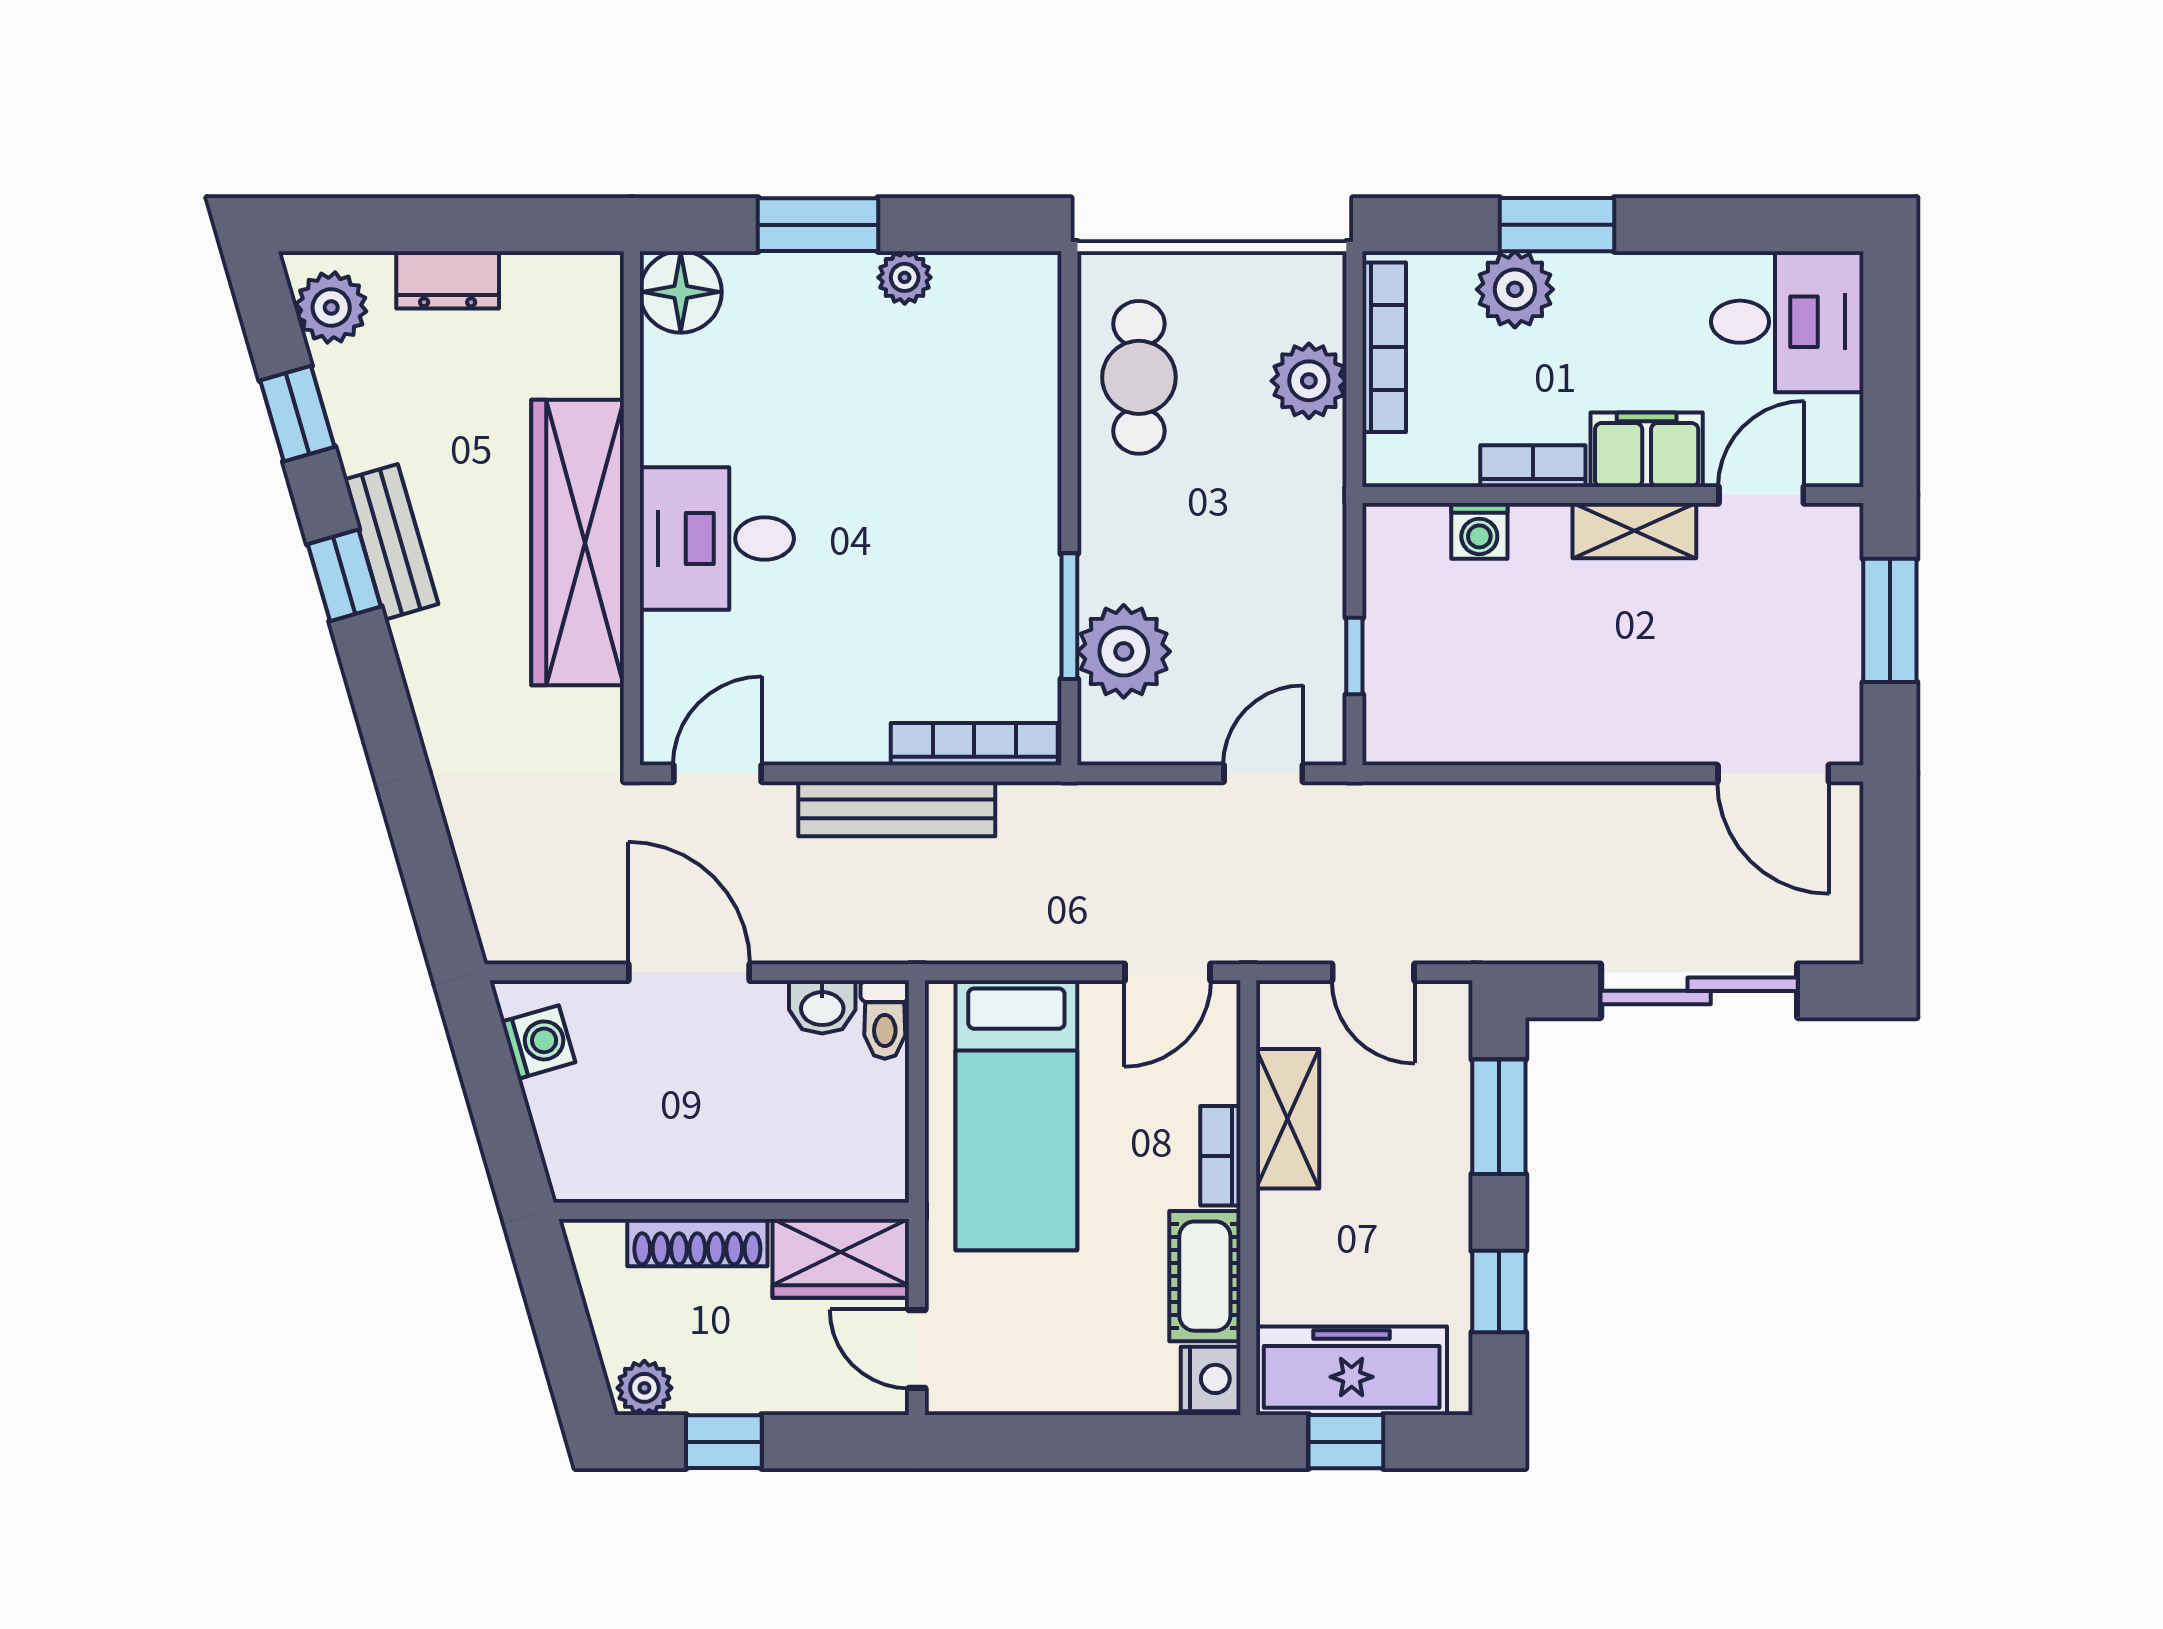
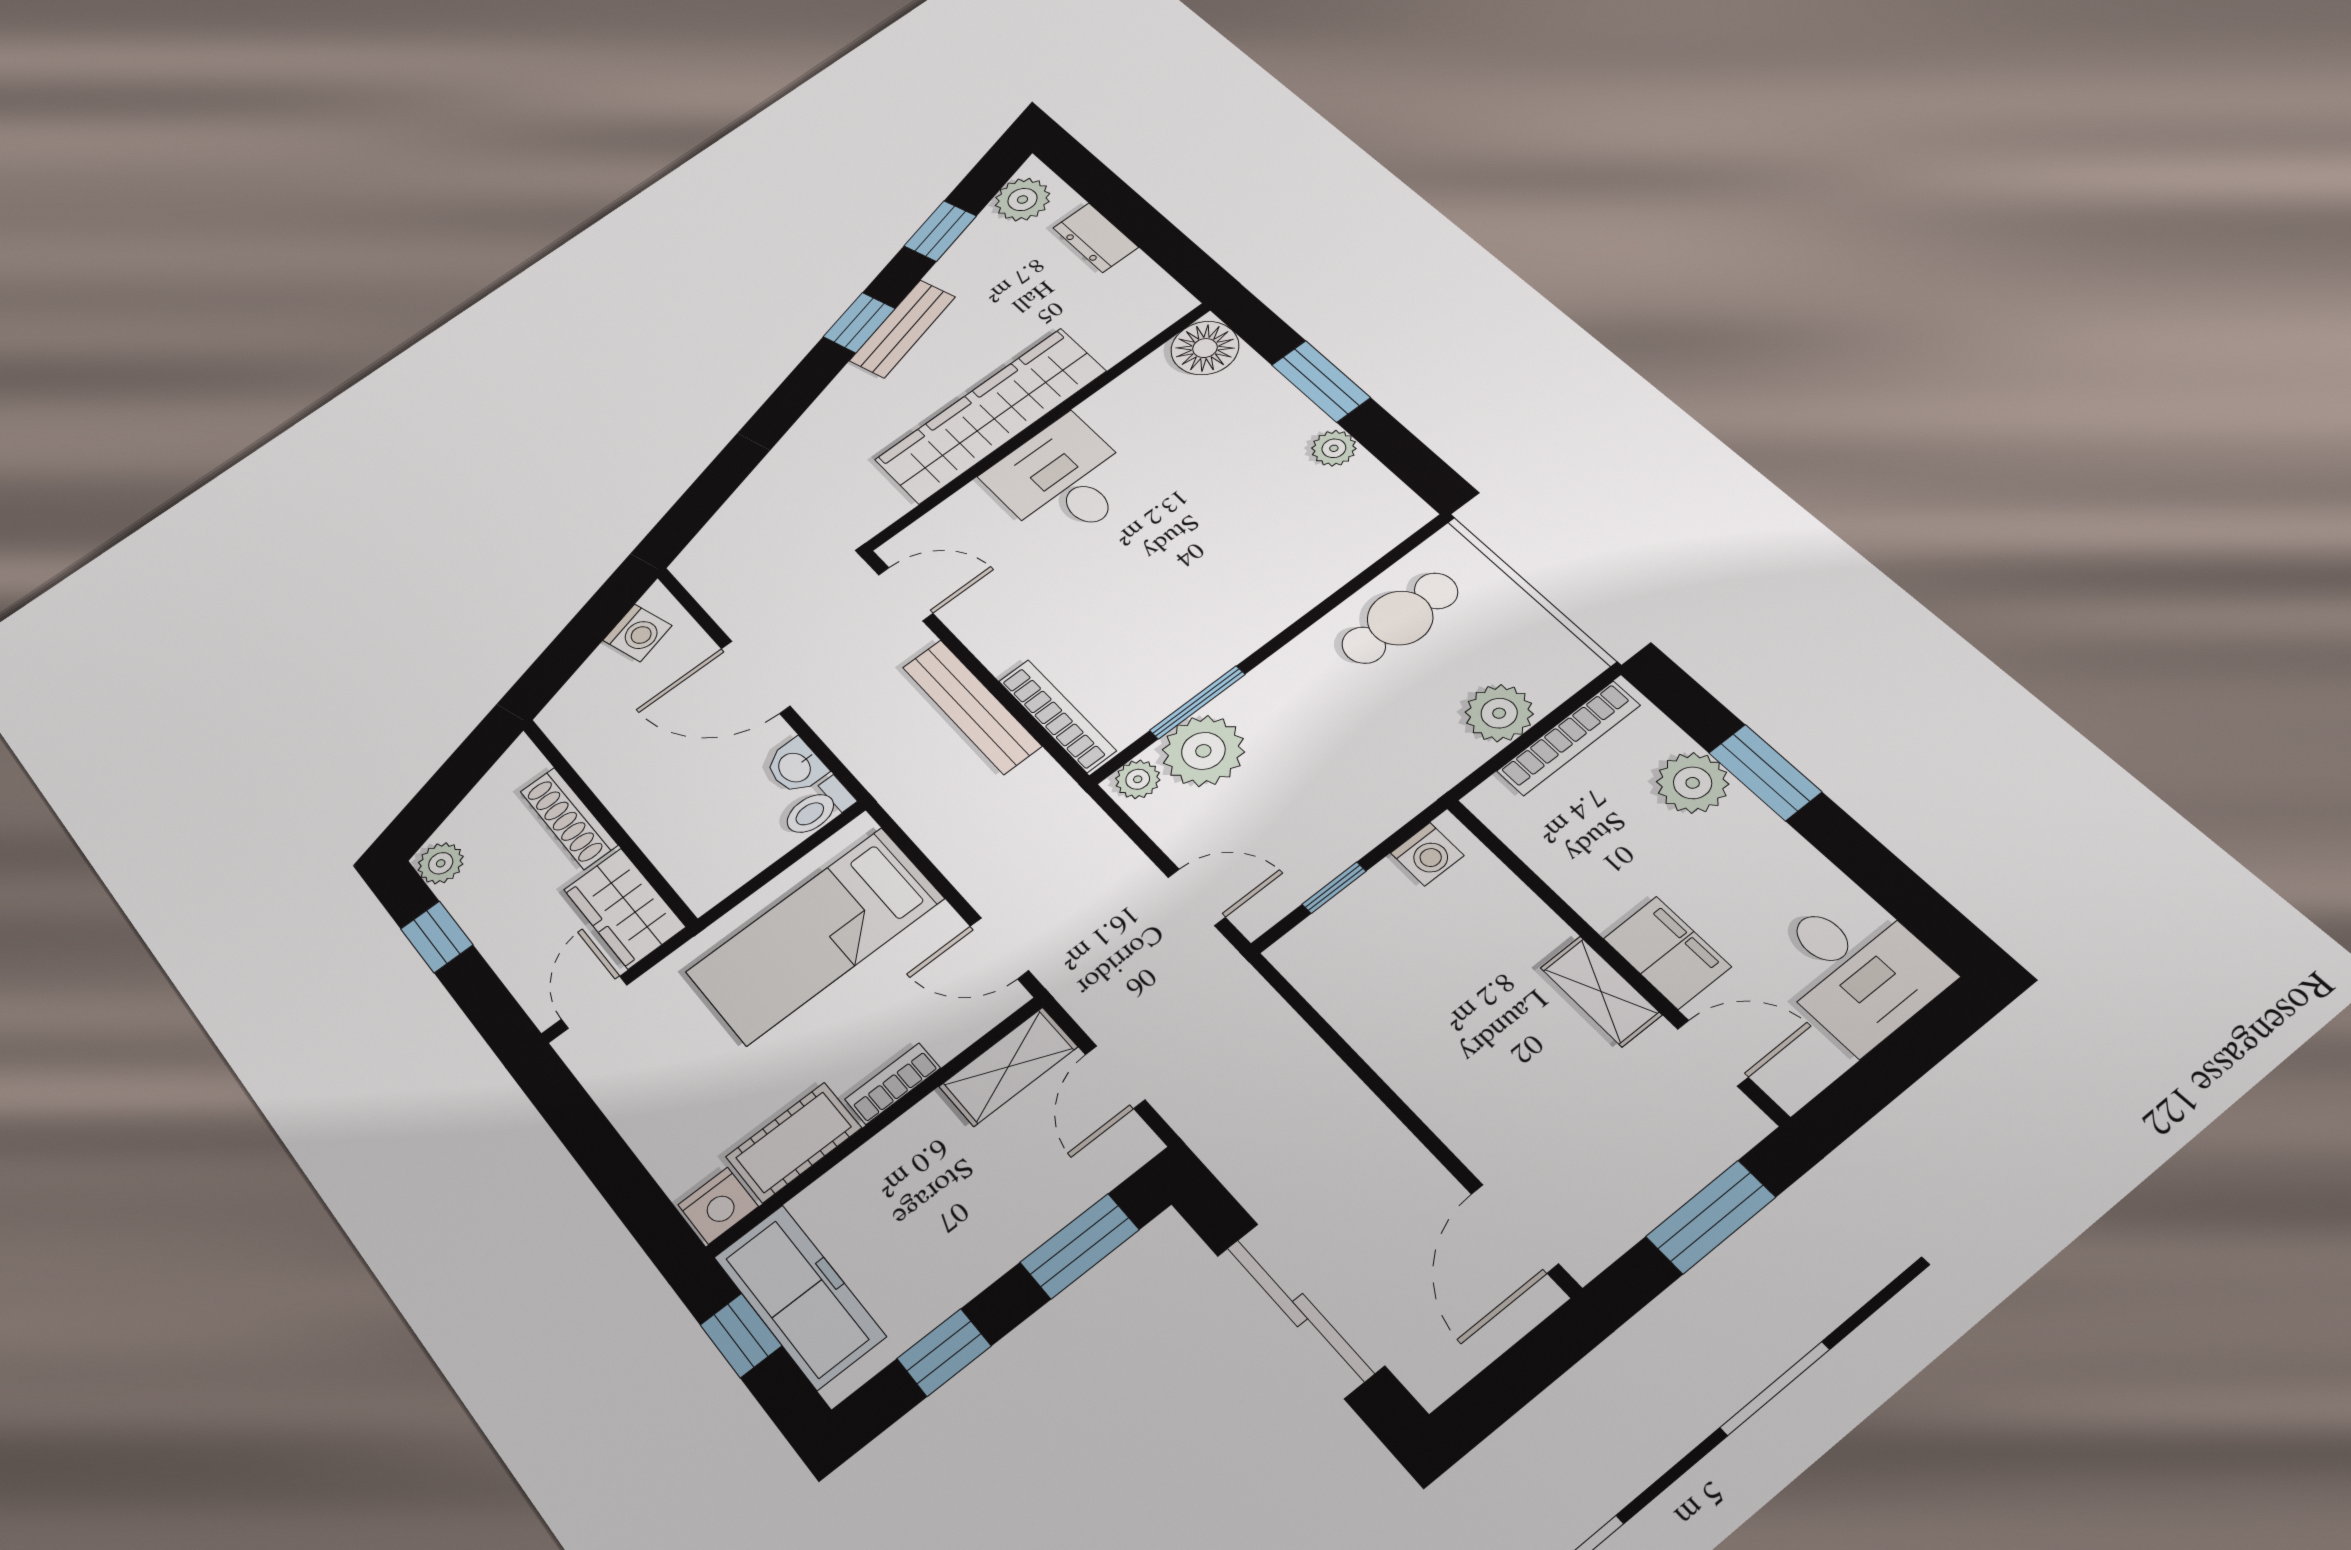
bookcase: (1533, 466) -> (1581, 891), removed
washing machine: (1479, 531) -> (1427, 854), moved, turned -90
plant: (1103, 728) -> (1138, 779), added
door: (689, 972) -> (755, 677), swing flipped
shelving: (1288, 1119) -> (1008, 1067), moved

